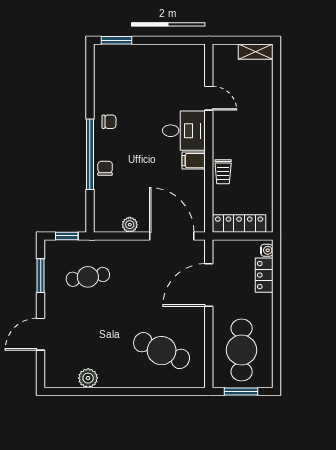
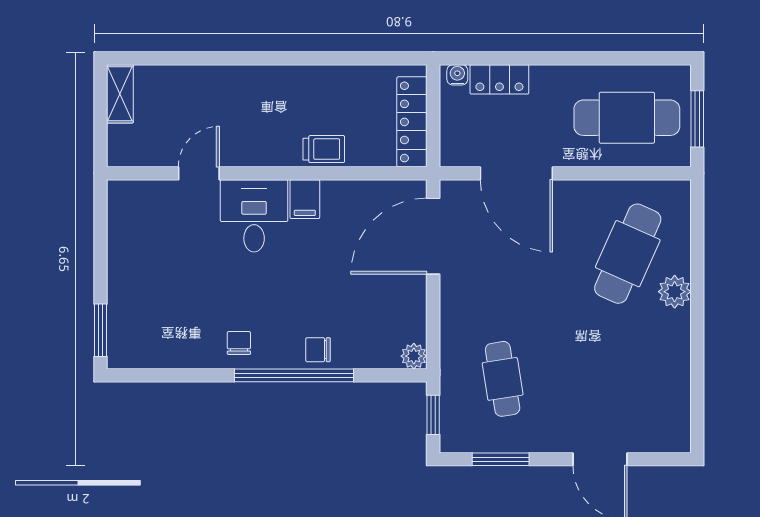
plant: (130, 225) -> (414, 356), moved
plant: (88, 378) -> (675, 292), moved

